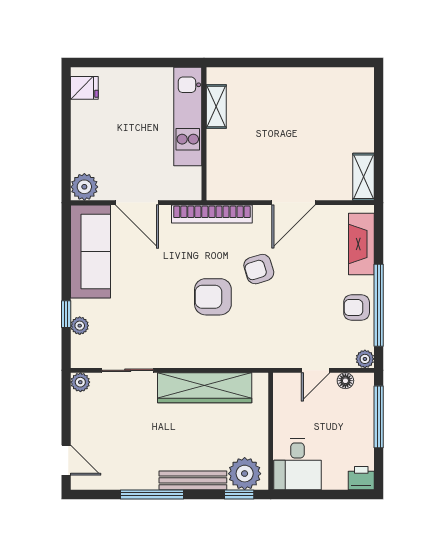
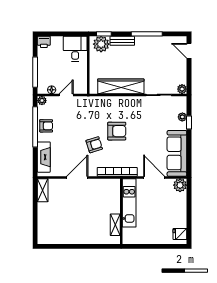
kitchen unit: (188, 116) -> (129, 203), moved
bench: (193, 480) -> (122, 41), width x0.73

